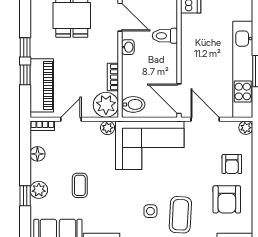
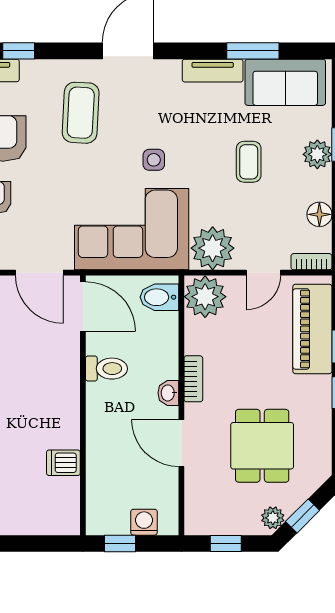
toilet: (165, 36) -> (106, 369), moved
bookcase: (113, 77) -> (193, 379), moved
plant: (107, 128) -> (213, 248), width x1.88, depth x1.88
side table: (150, 211) -> (154, 160), moved

